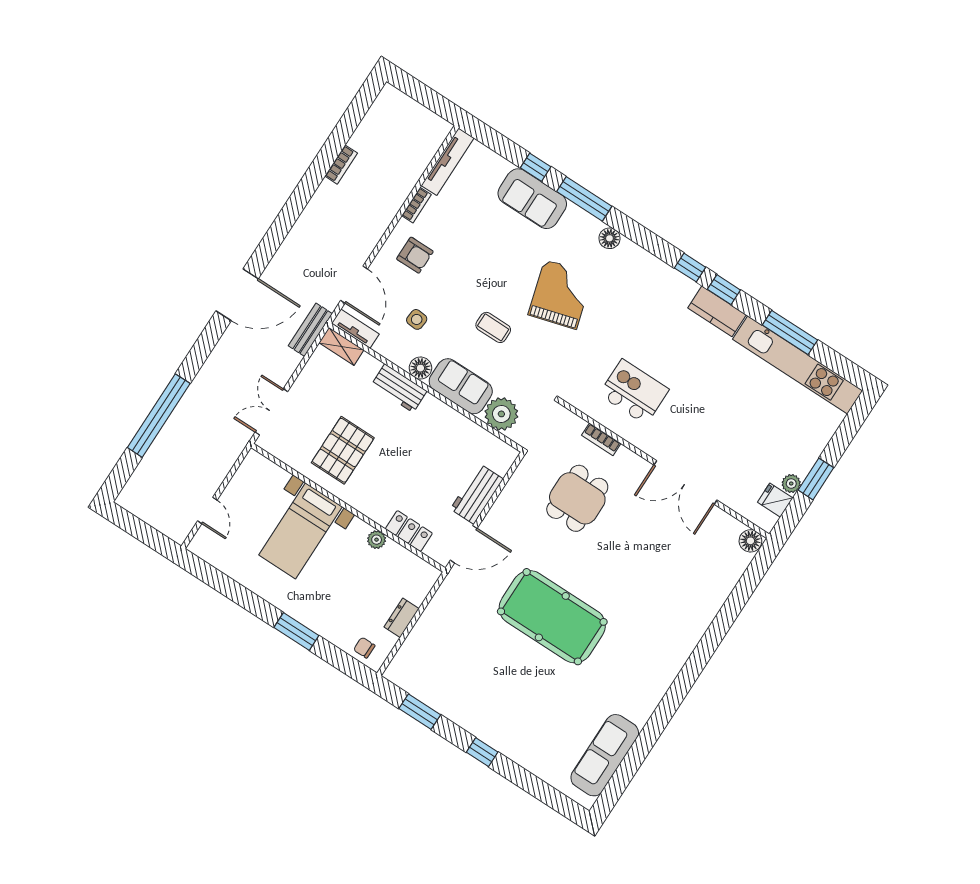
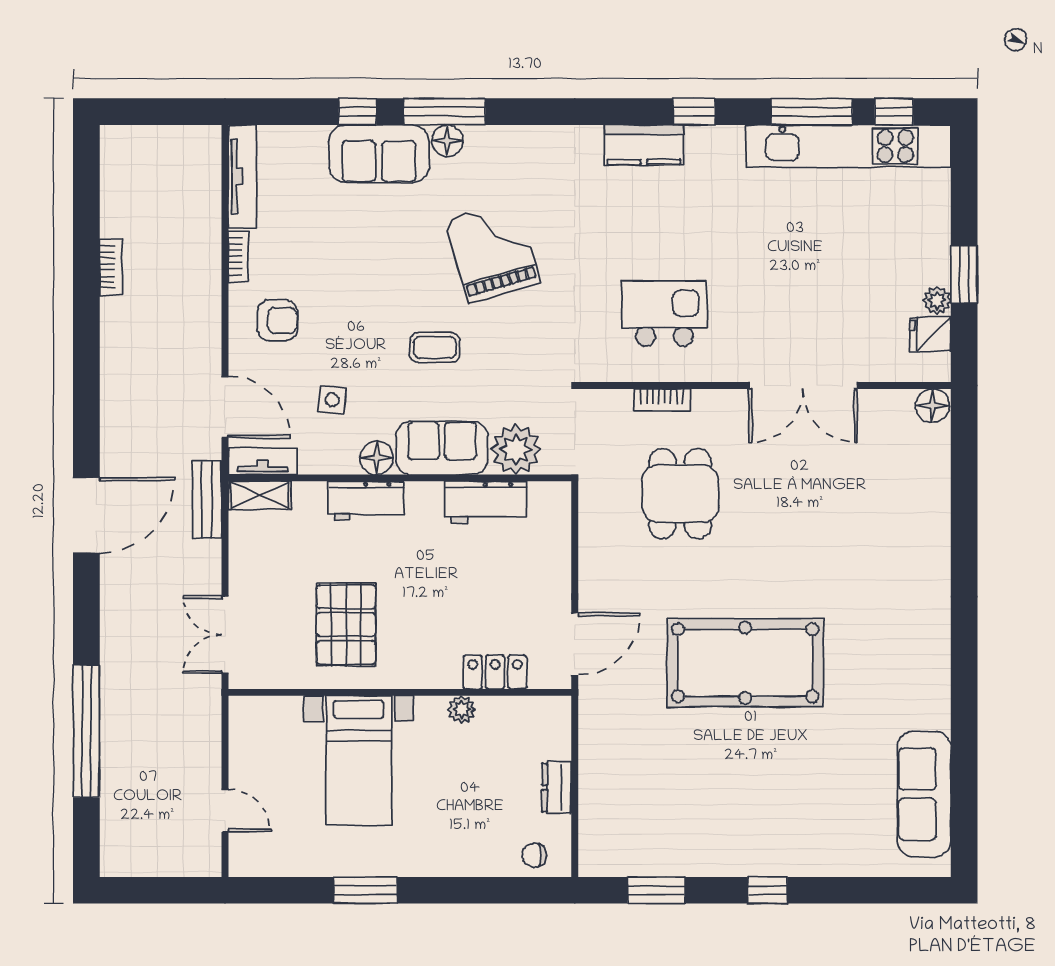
floor lamp: (609, 238) -> (447, 140), moved
window: (690, 268) -> (894, 112), moved
kitchen counter: (717, 311) -> (644, 145), moved
workbench: (477, 494) -> (486, 502), moved, turned -90
window: (296, 631) -> (365, 890), moved

